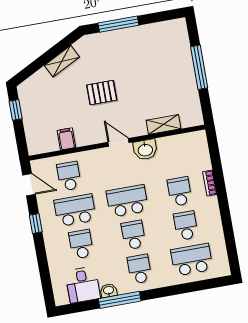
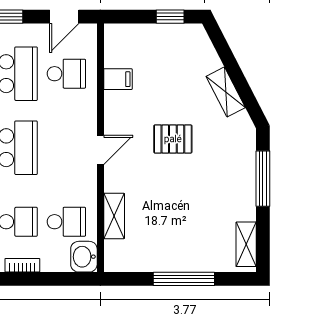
shelving: (167, 28) -> (246, 244), added
pallet: (102, 93) -> (173, 139), turned 90
washbasin: (145, 150) -> (84, 257), moved
school desk: (174, 157) -> (66, 222), added

